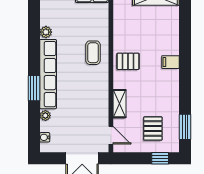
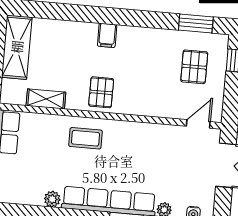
shelving: (120, 104) -> (46, 99), moved
pallet: (153, 128) -> (194, 67), turned 90

